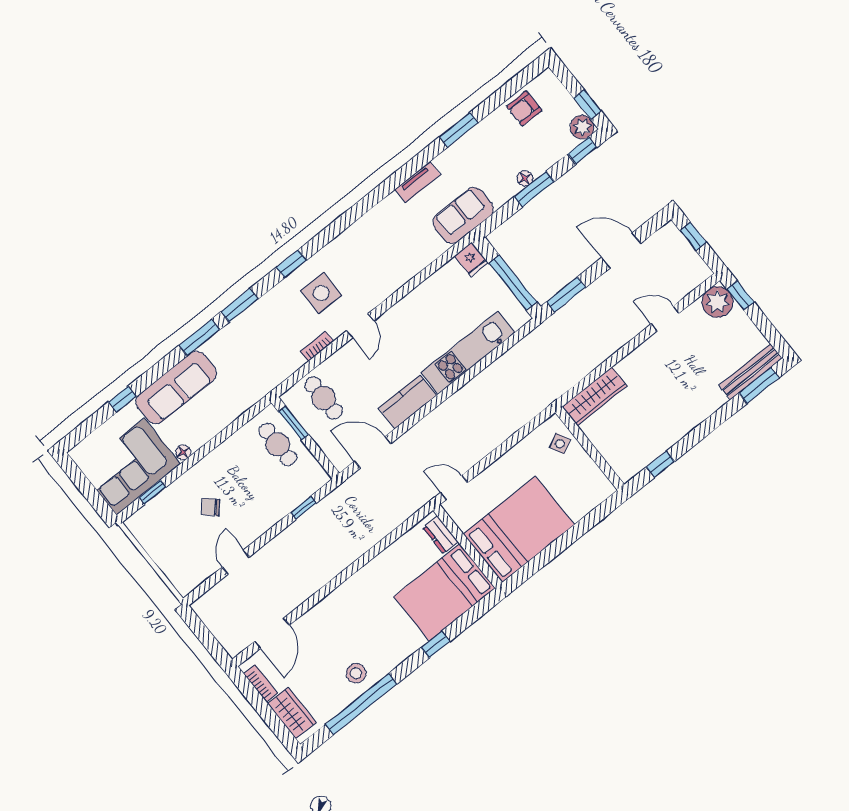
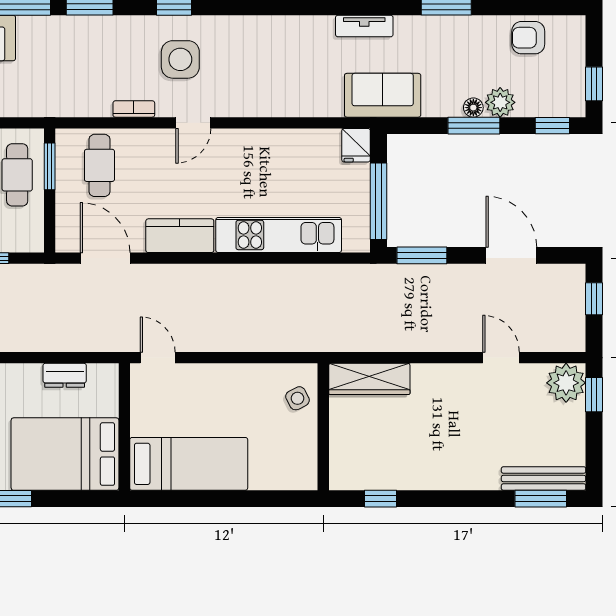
plant: (582, 127) -> (500, 102), moved
bed: (519, 529) -> (189, 464), width x0.67
dresser: (441, 535) -> (65, 375), moved, turned -90

